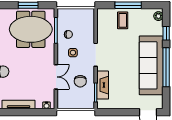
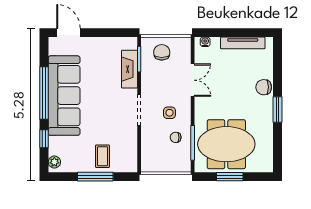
double door: (56, 77) -> (193, 80), swing flipped
chair: (80, 81) -> (162, 52), moved

